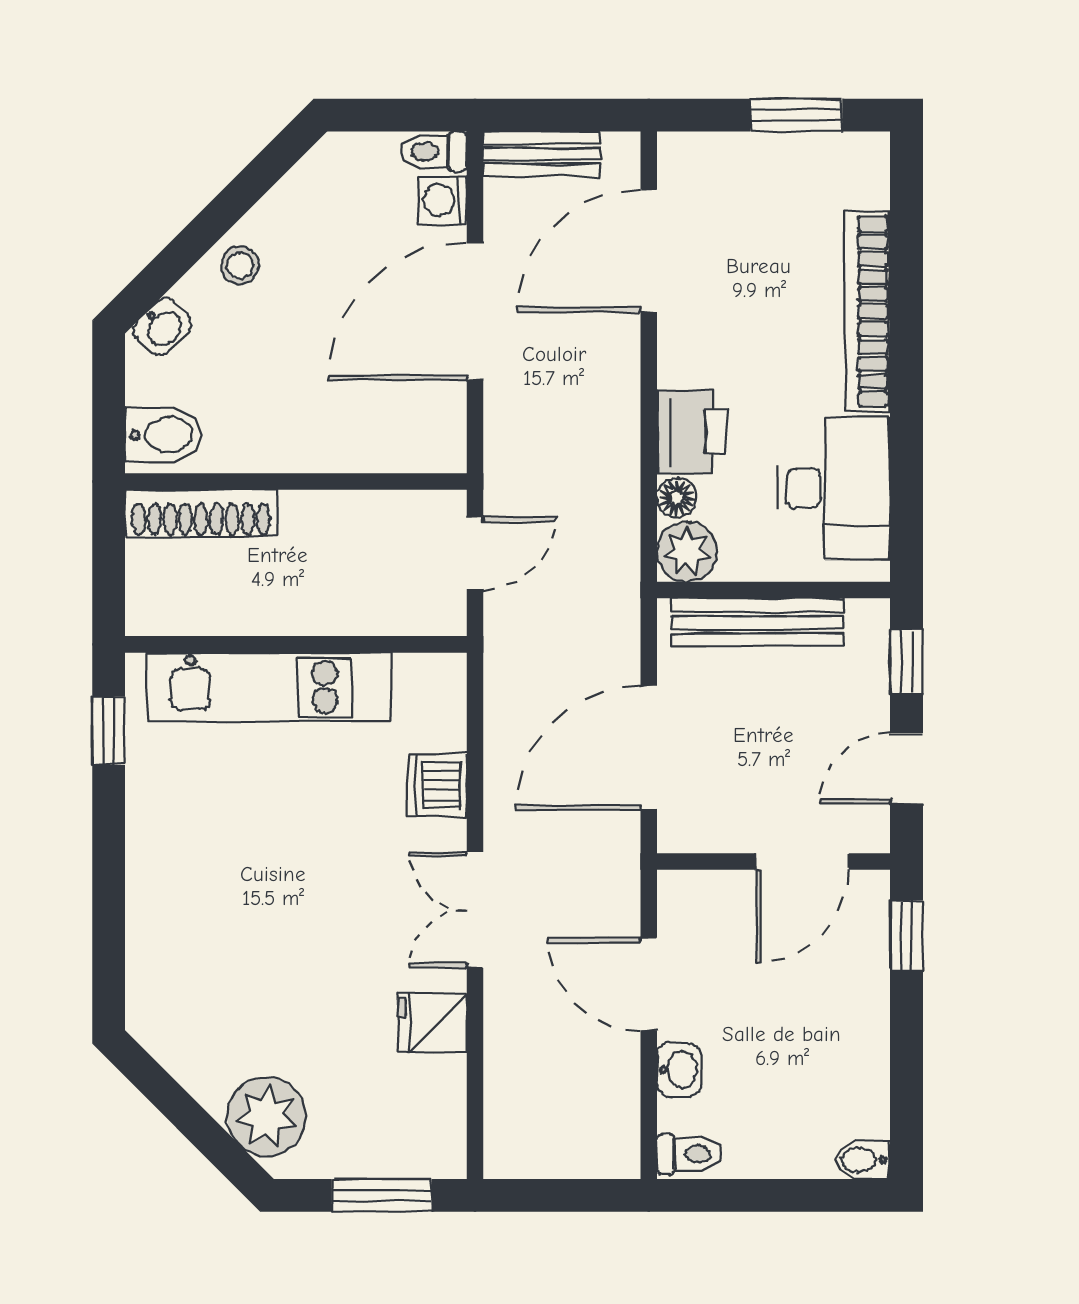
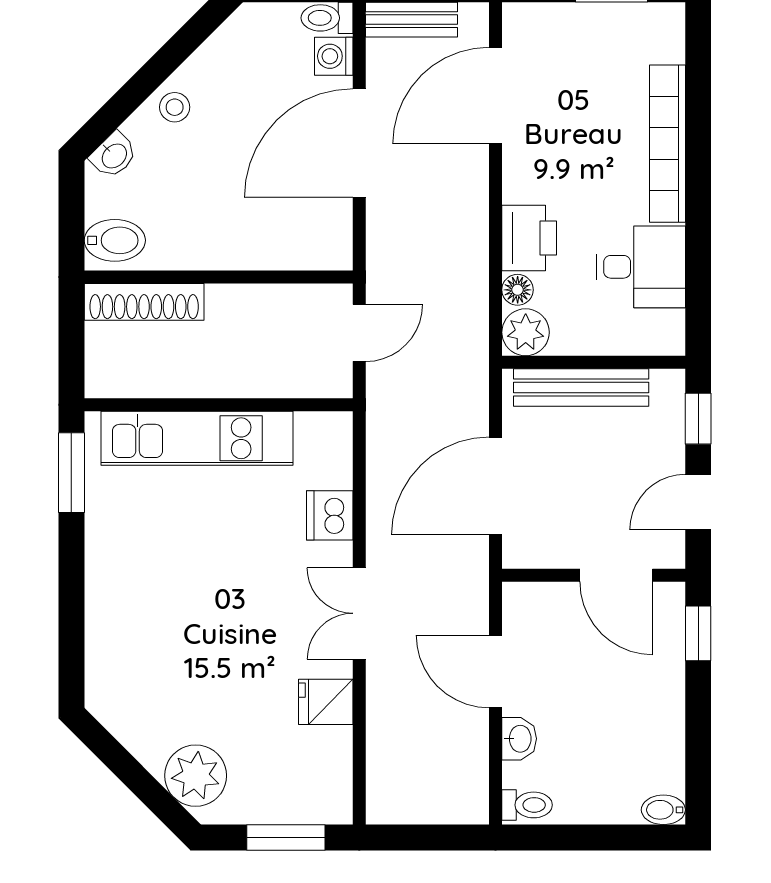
desk: (834, 488) -> (641, 267), width x0.73
window: (109, 731) -> (71, 473), width x1.50
door: (802, 861) -> (616, 575), hinge flipped

